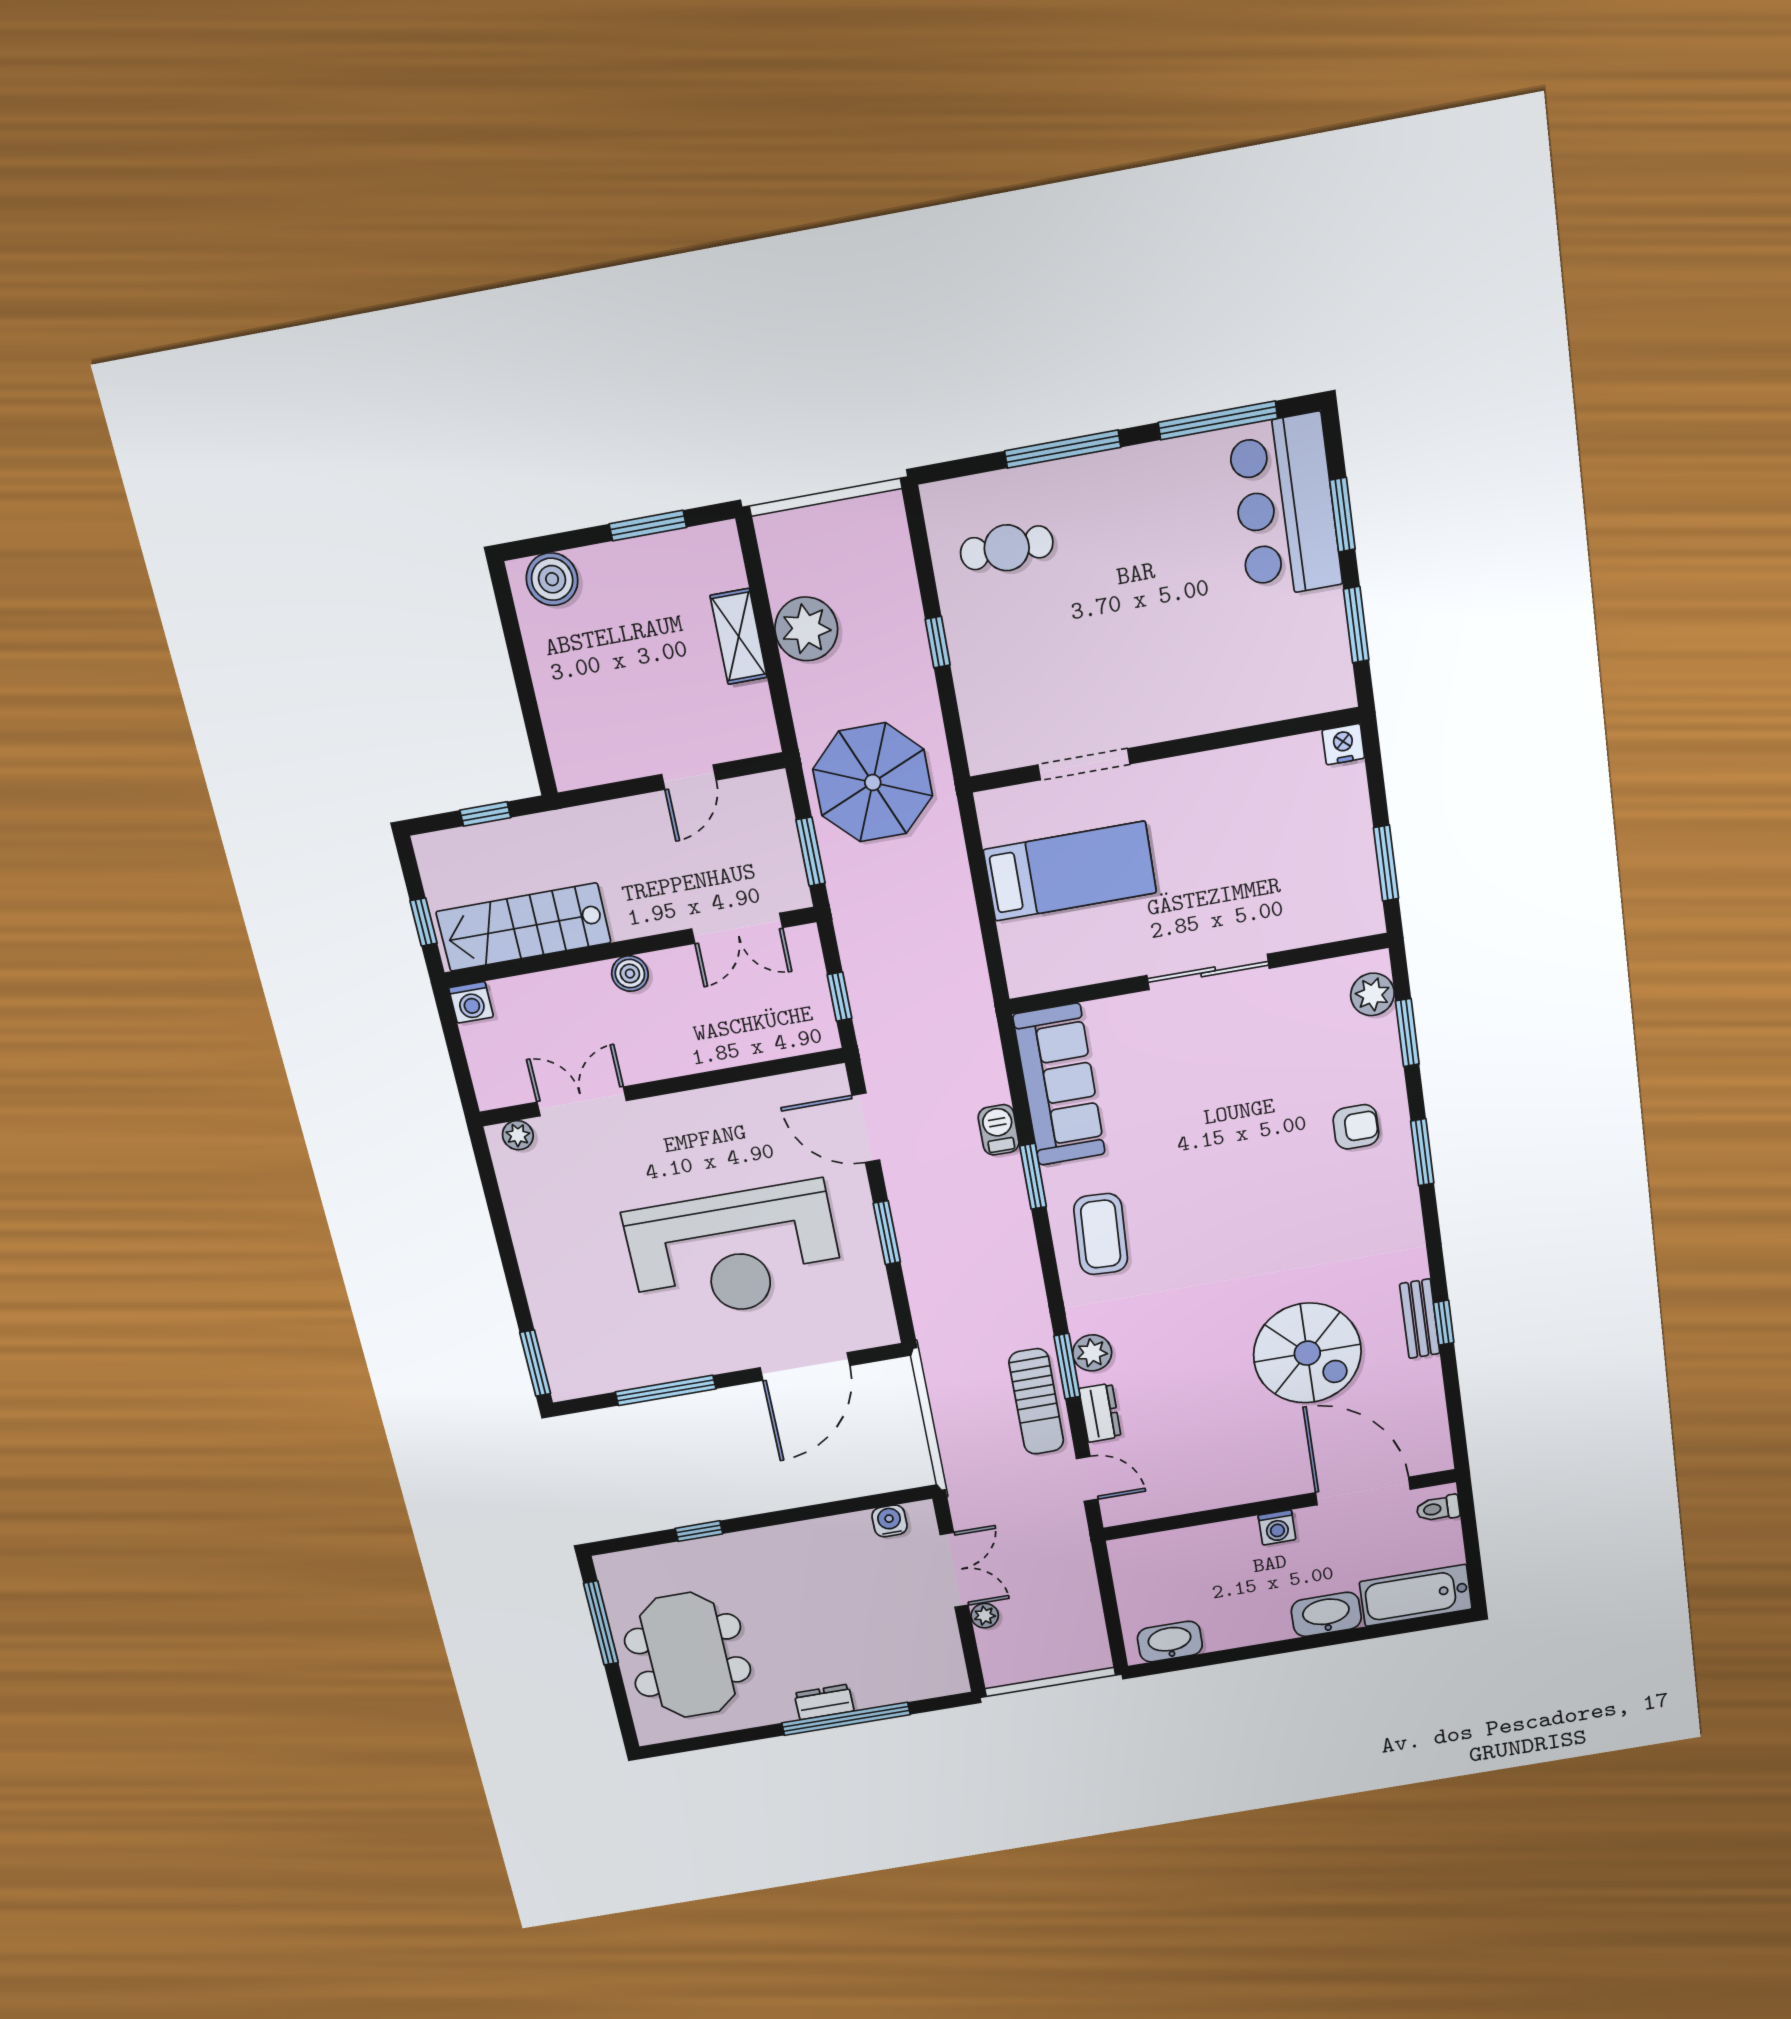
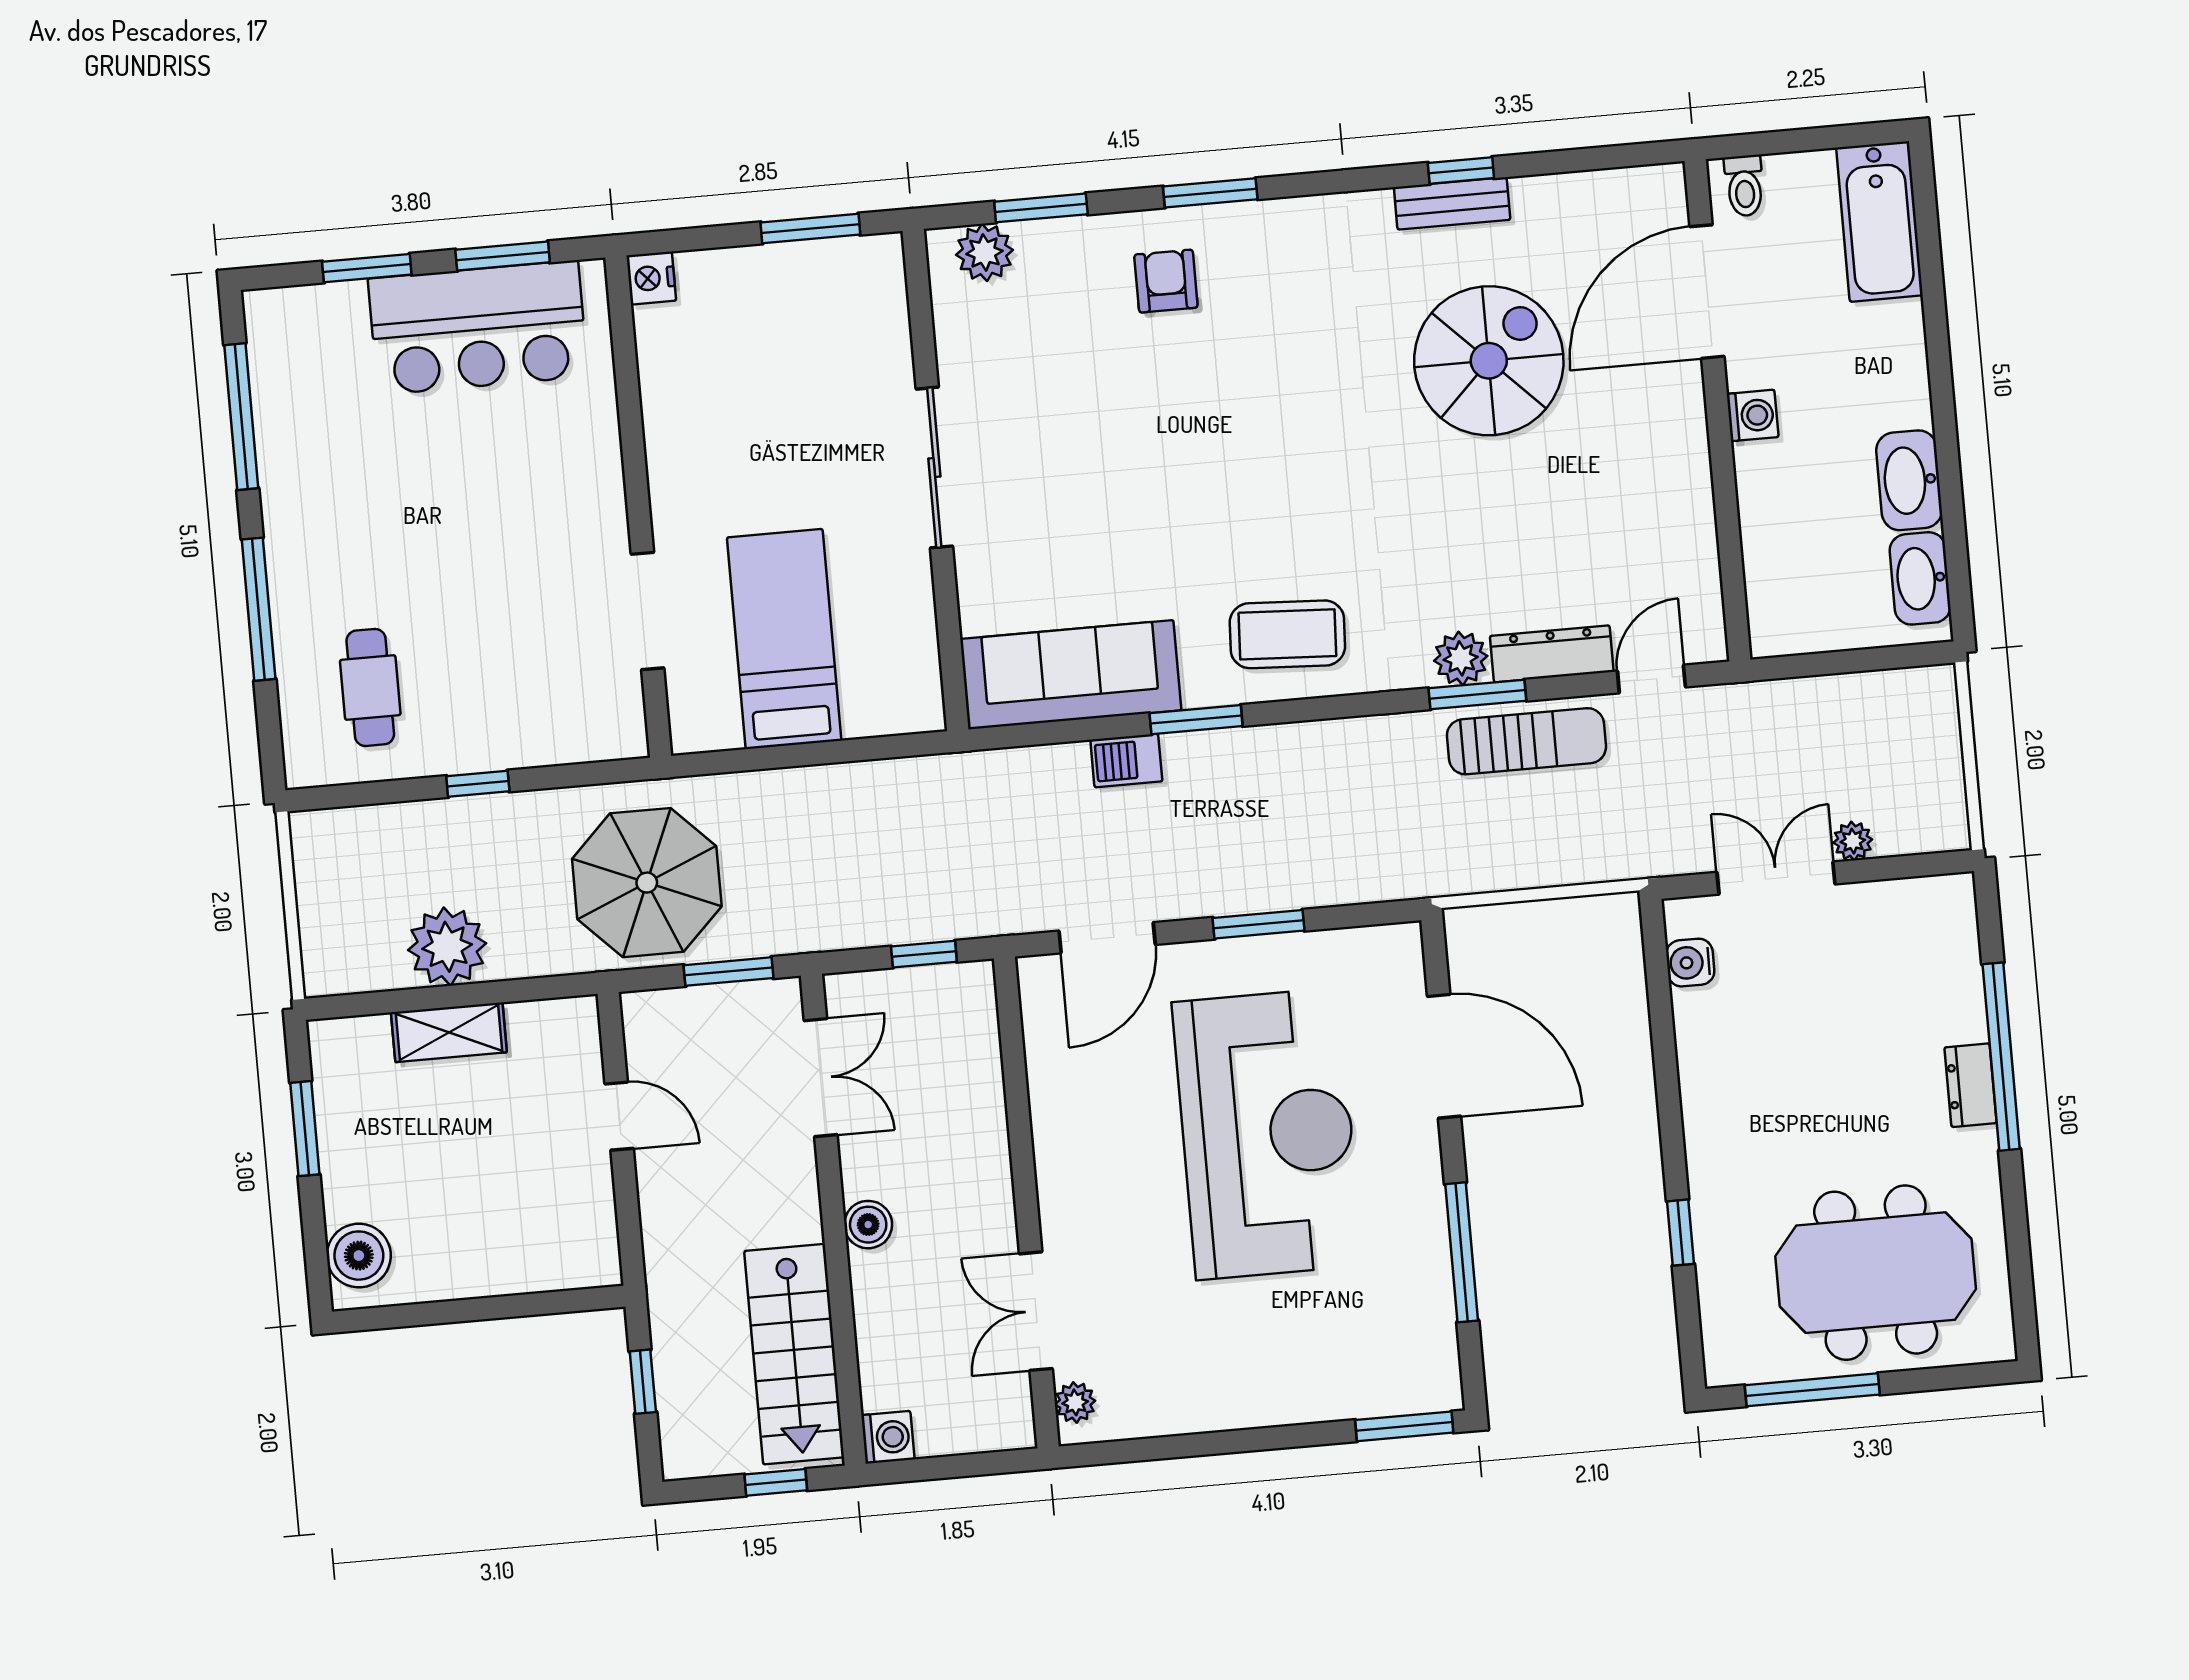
bar counter: (1285, 507) -> (478, 328), moved
dresser: (1100, 1413) -> (1552, 654), width x1.44
washbasin: (1326, 1614) -> (1909, 480), moved

